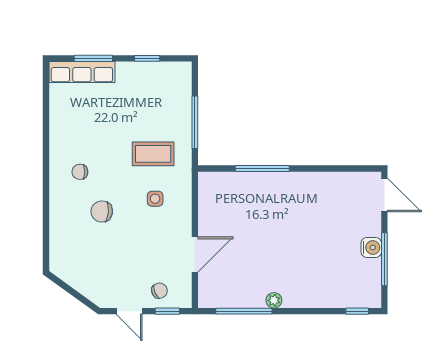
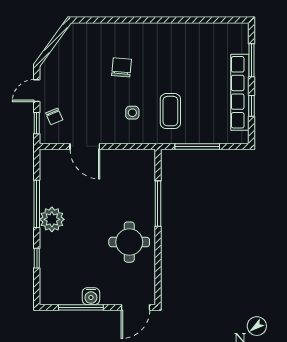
row of seats: (82, 72) -> (240, 92), moved, width x1.36
chair: (80, 172) -> (155, 49), removed
round table: (307, 202) -> (129, 242), added
plant: (274, 300) -> (52, 219), width x1.88, depth x1.88
window: (244, 311) -> (37, 204), moved
window: (357, 311) -> (37, 258), moved

